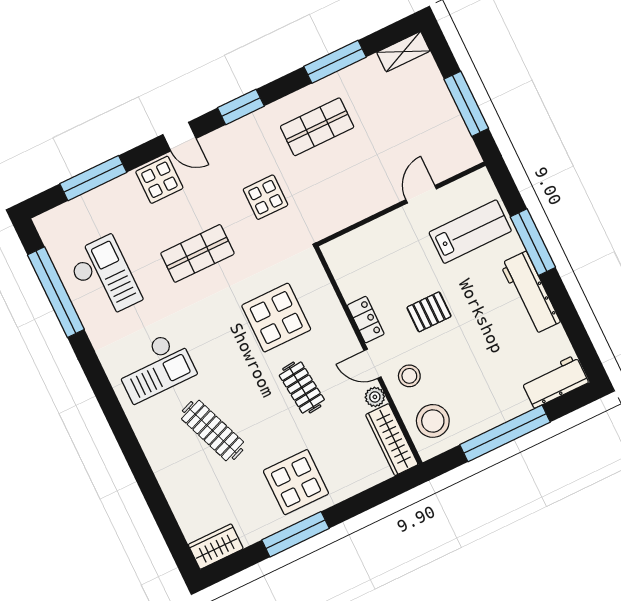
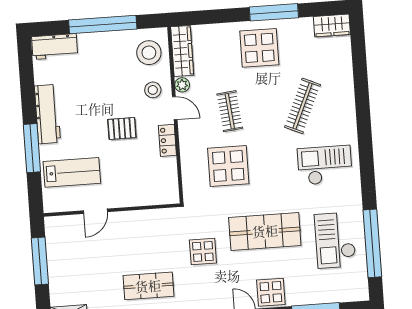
lab bench: (470, 232) -> (72, 172), turned 180
shop shelf: (197, 253) -> (265, 231), width x1.43, depth x1.36
clothes rail: (213, 430) -> (303, 106), turned 45

